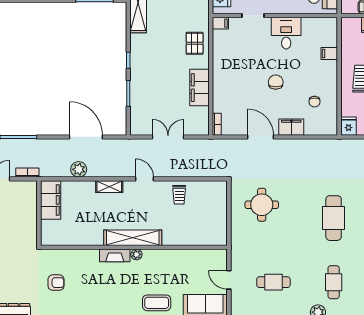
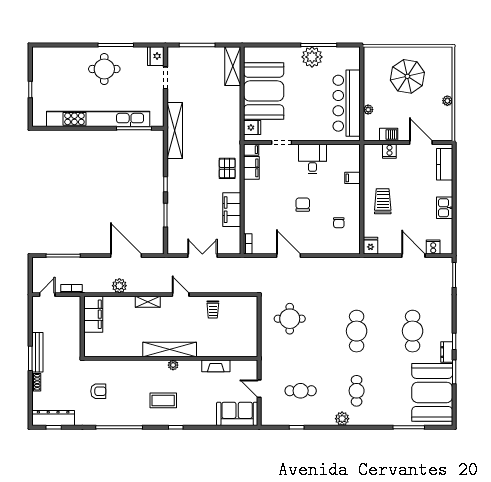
filing cabinet: (291, 127) -> (251, 168), moved, turned 90
fireplace: (115, 255) -> (216, 366), moved
coffee table: (157, 303) -> (163, 400), moved

